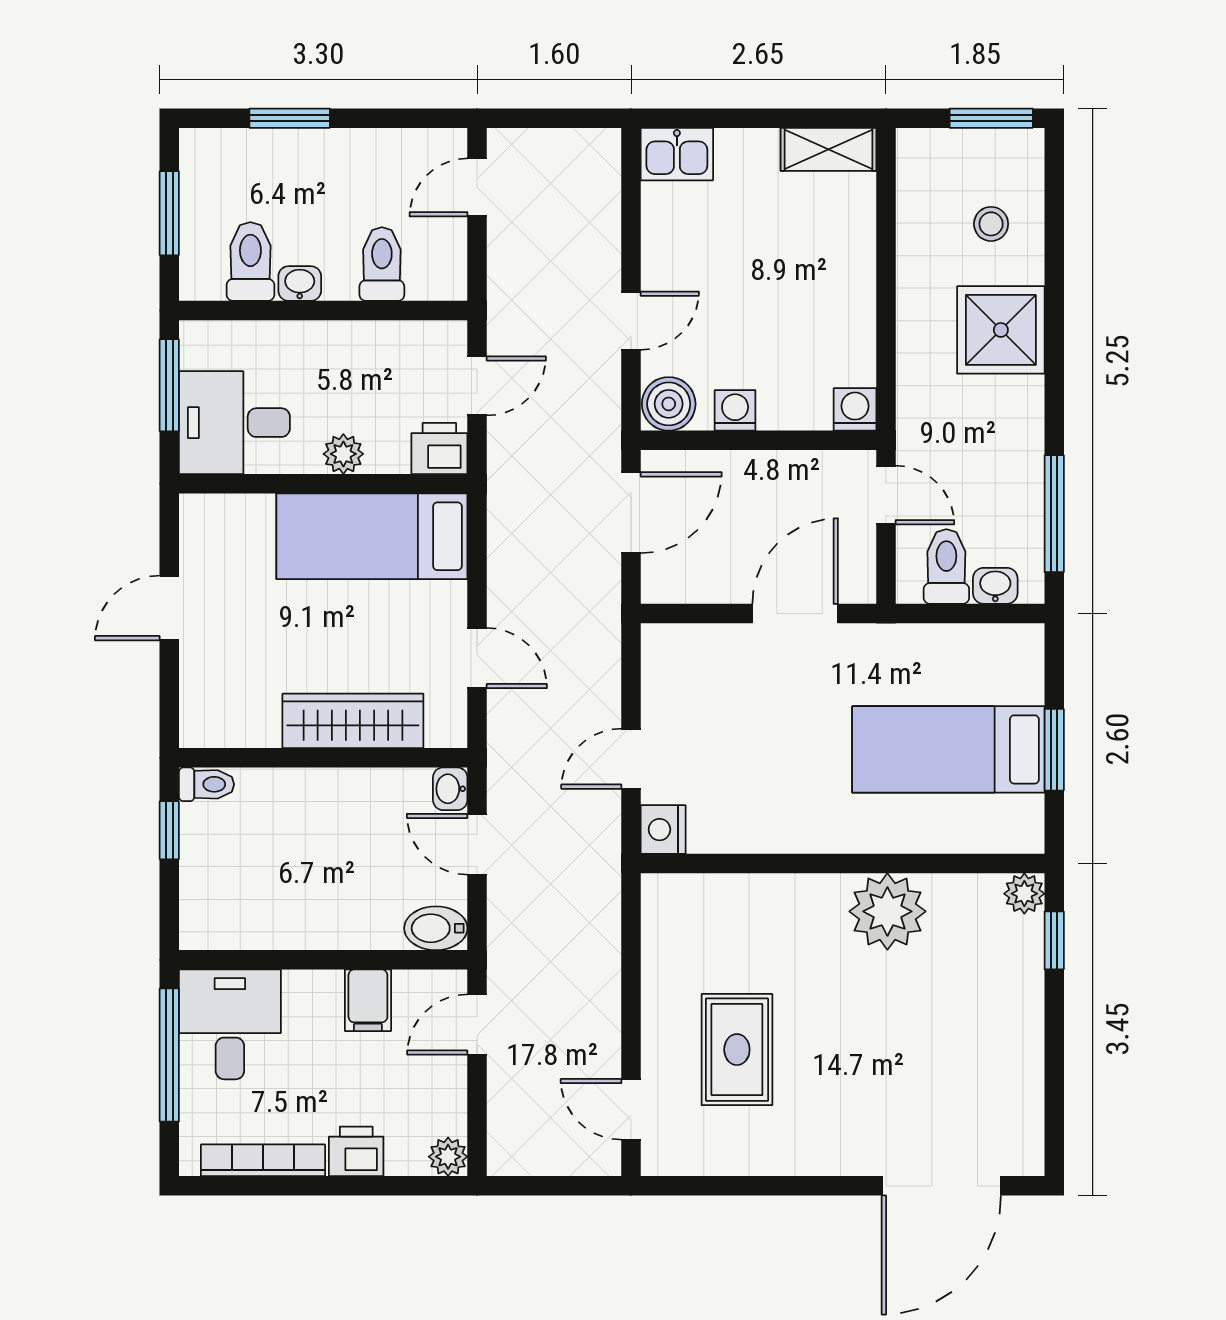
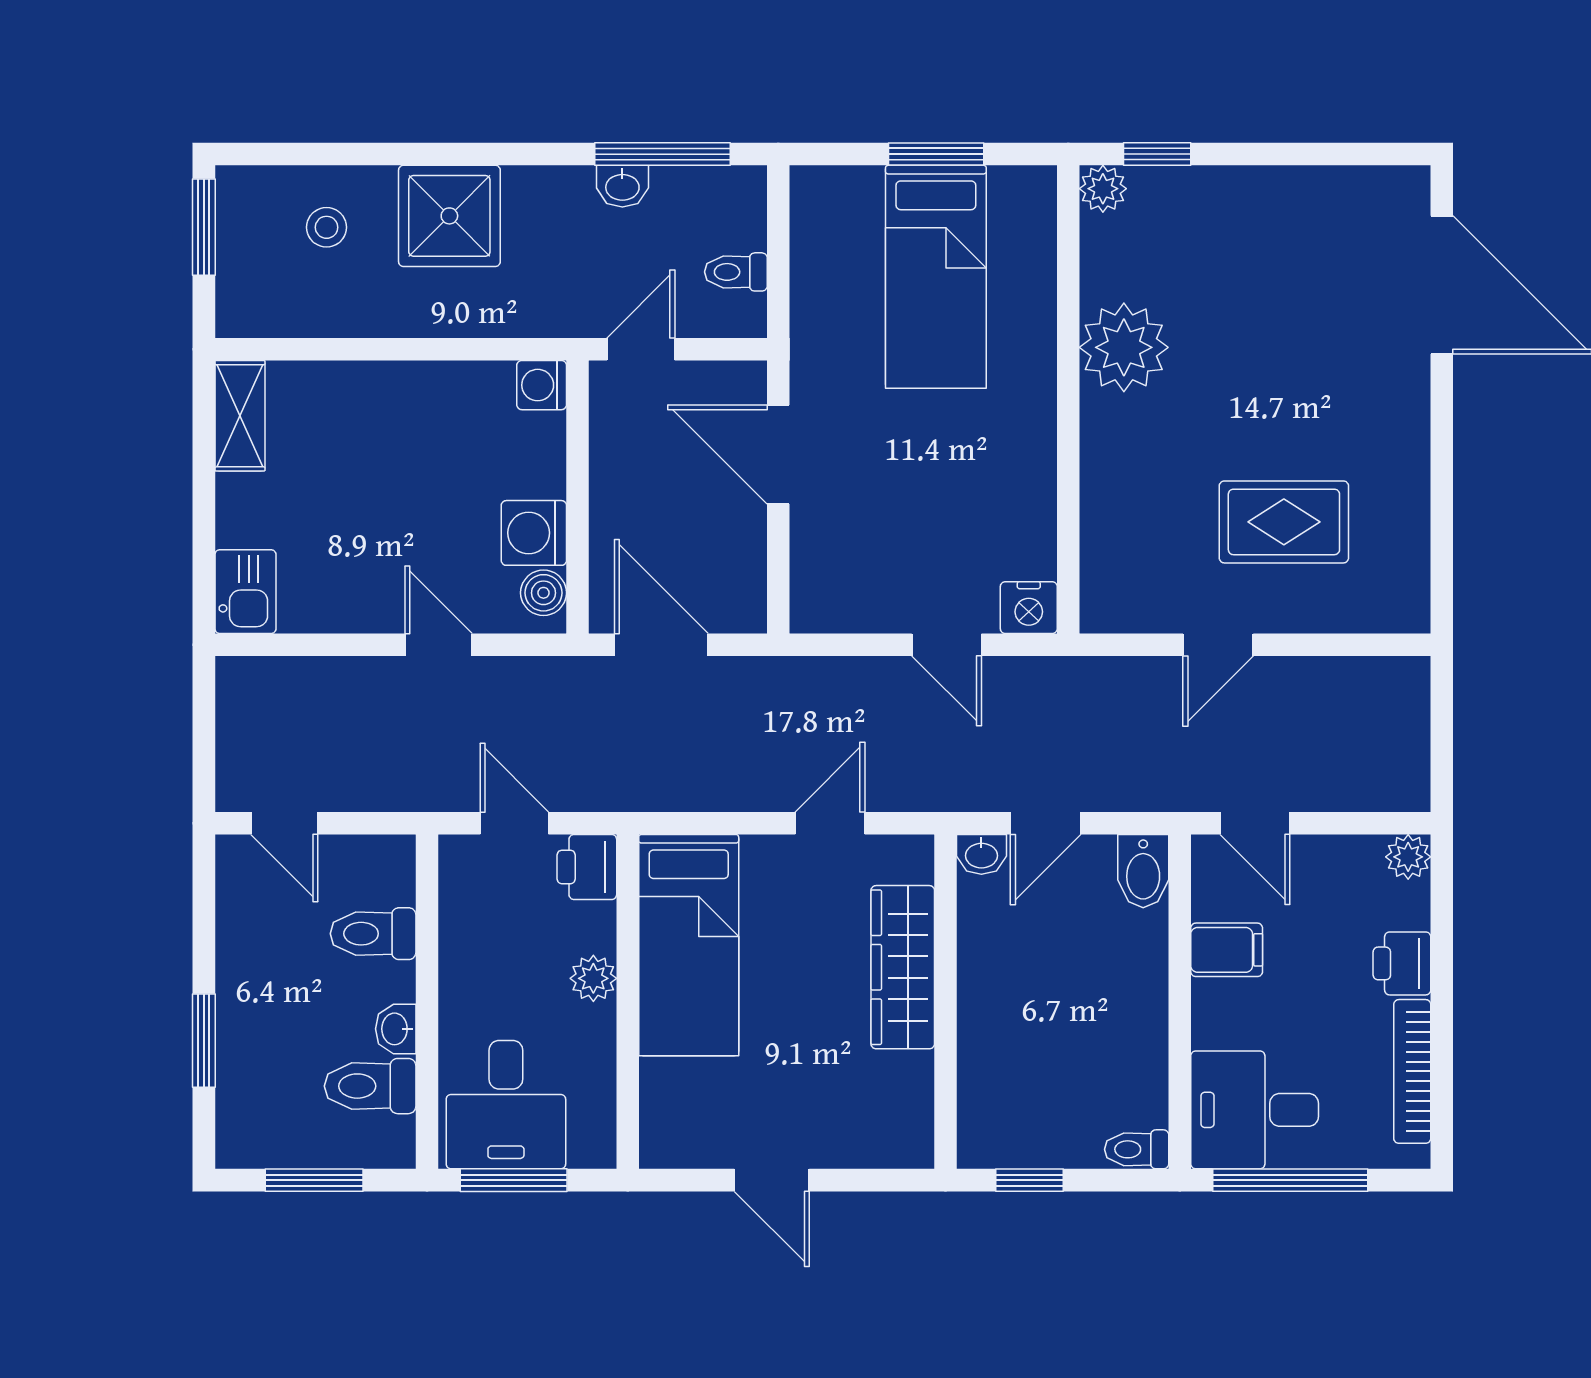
boiler: (669, 404) -> (544, 593), width x0.73, depth x0.73
washing machine: (735, 410) -> (534, 533), width x1.38, depth x1.38
desk: (234, 423) -> (506, 1105), moved
toilet: (946, 567) -> (736, 272), width x0.73, depth x0.72
washbasin: (995, 586) -> (622, 186), moved, turned -90
toilet: (206, 784) -> (1137, 1149), moved, turned -90
door: (631, 1109) -> (1218, 645), moved

